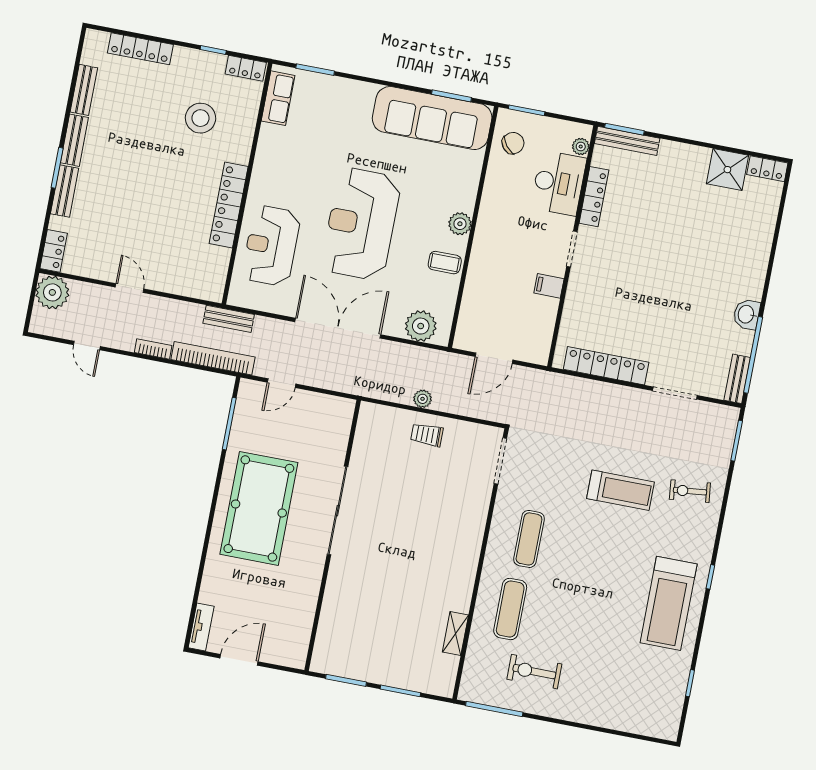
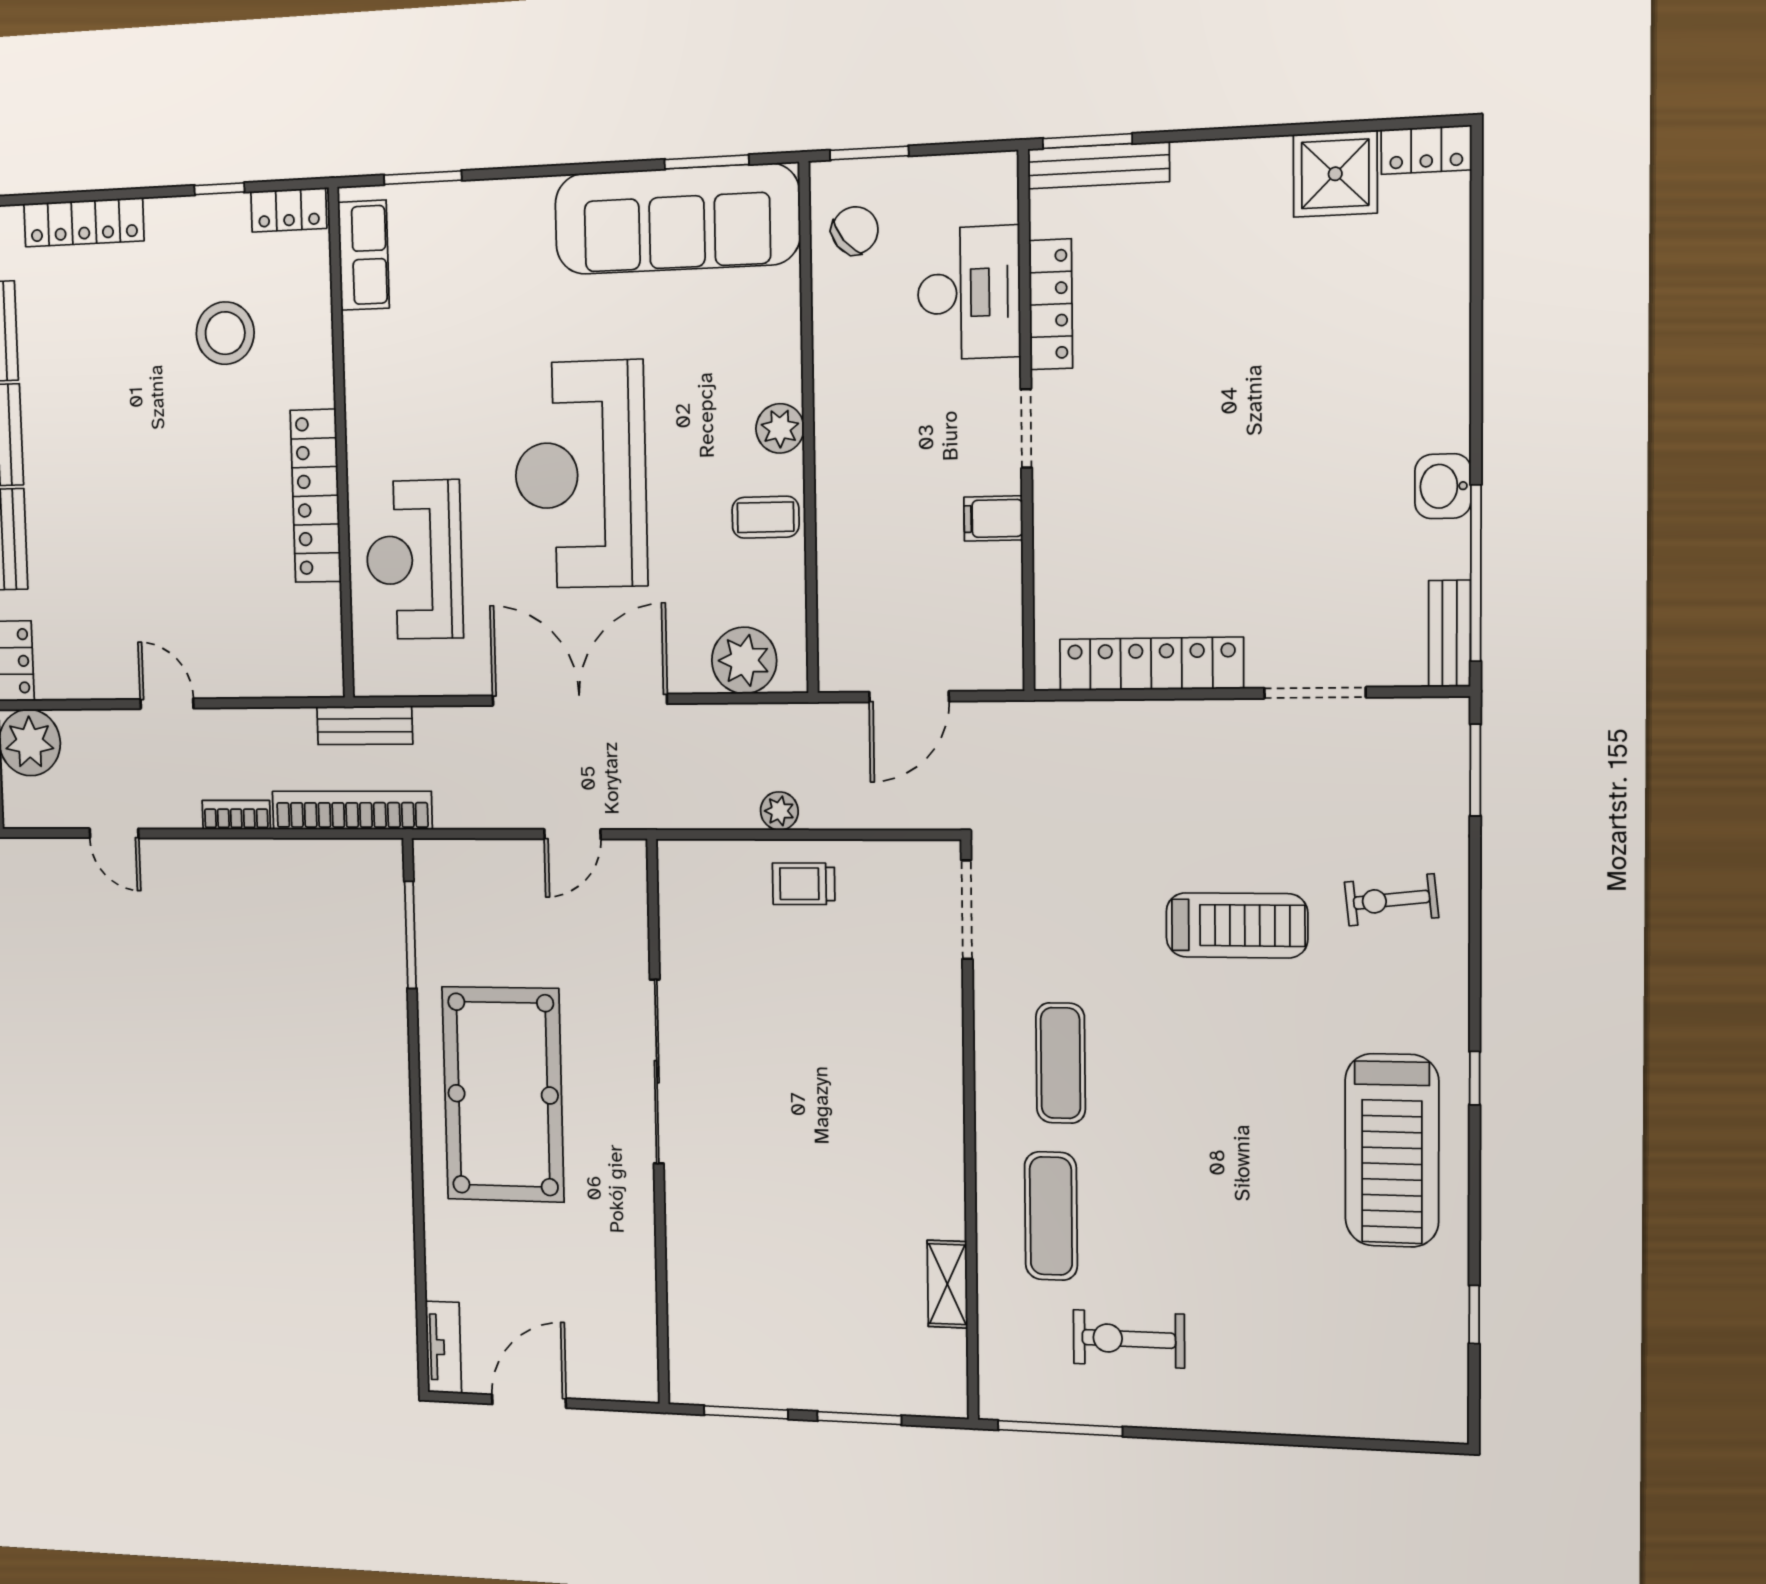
plant: (581, 147) -> (1000, 202), removed
door: (282, 383) -> (572, 834), moved

